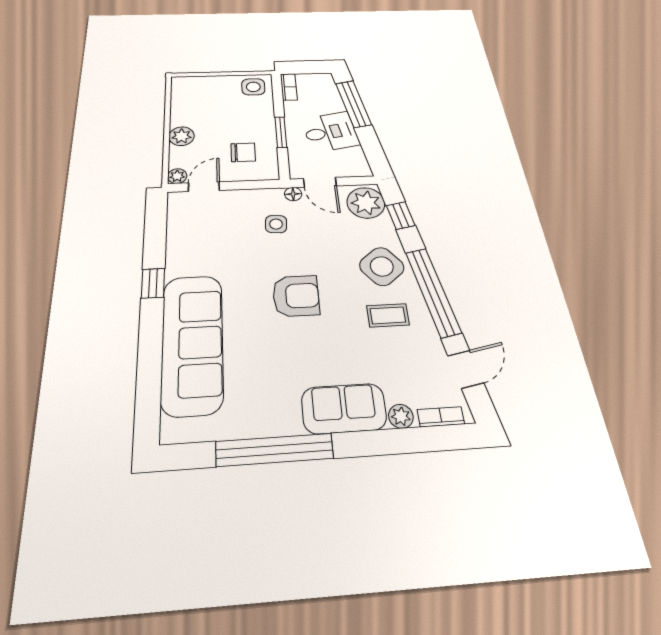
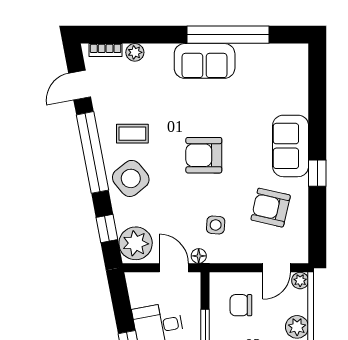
armchair: (211, 244) -> (271, 208), added
sofa: (192, 343) -> (291, 146), width x0.54, depth x0.79
sofa: (344, 409) -> (205, 61), moved

